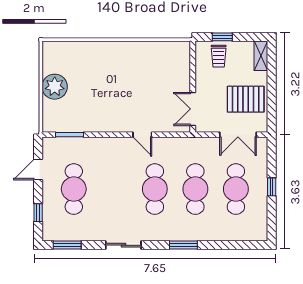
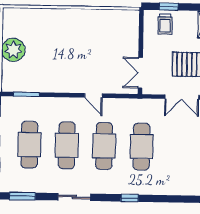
cafe table: (236, 189) -> (67, 145), moved
window: (183, 245) -> (130, 198), width x0.67

